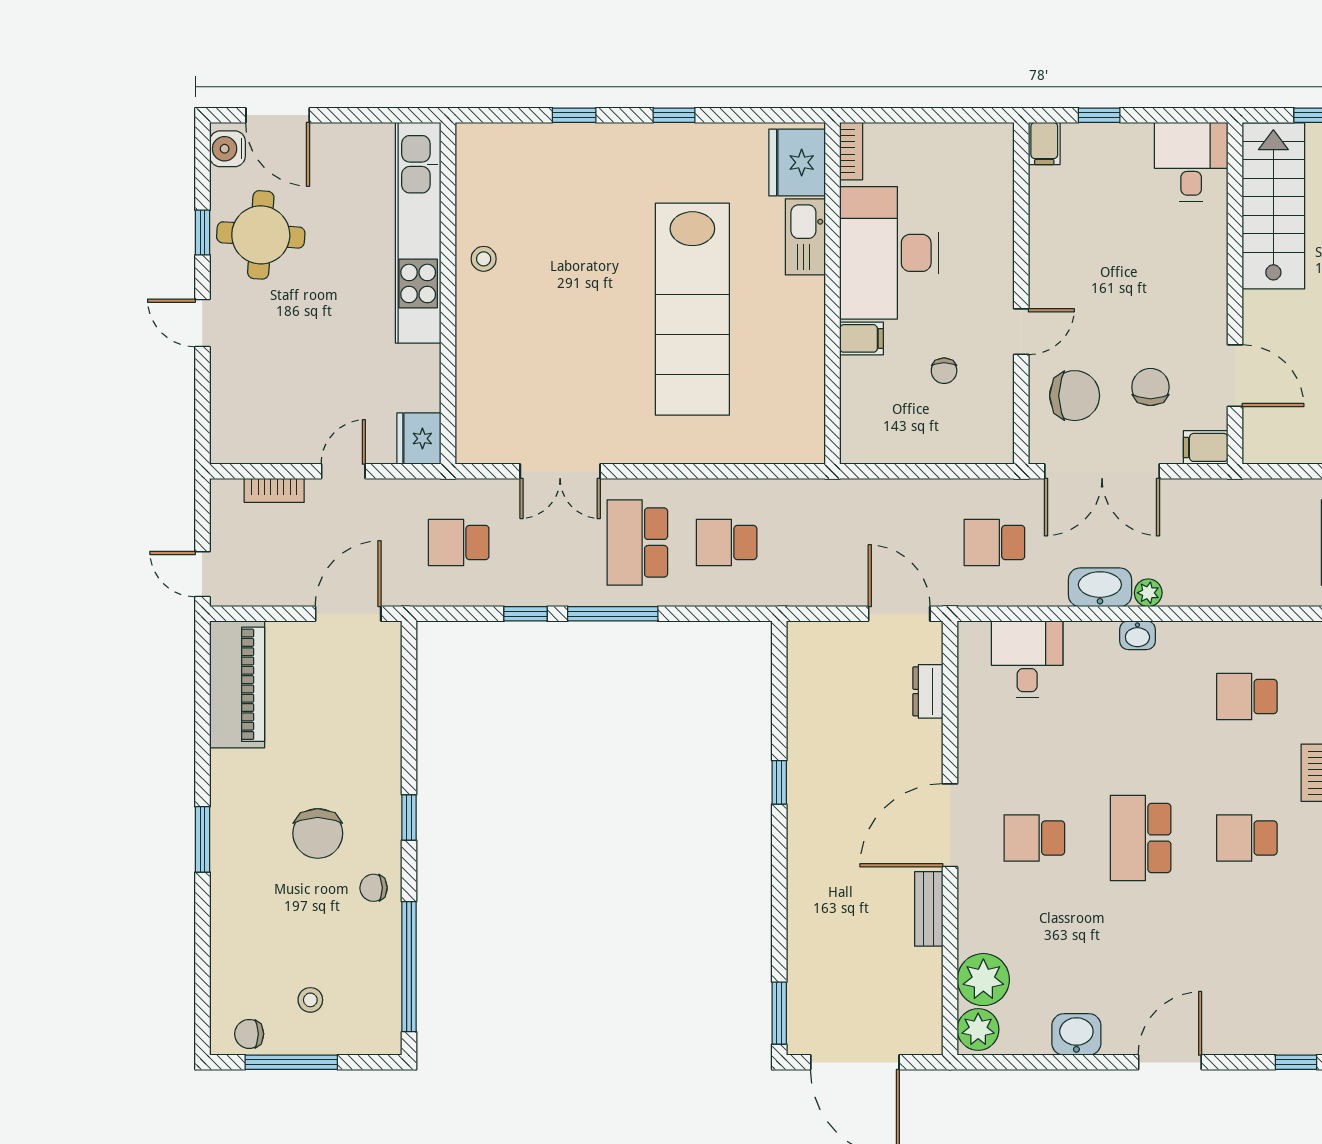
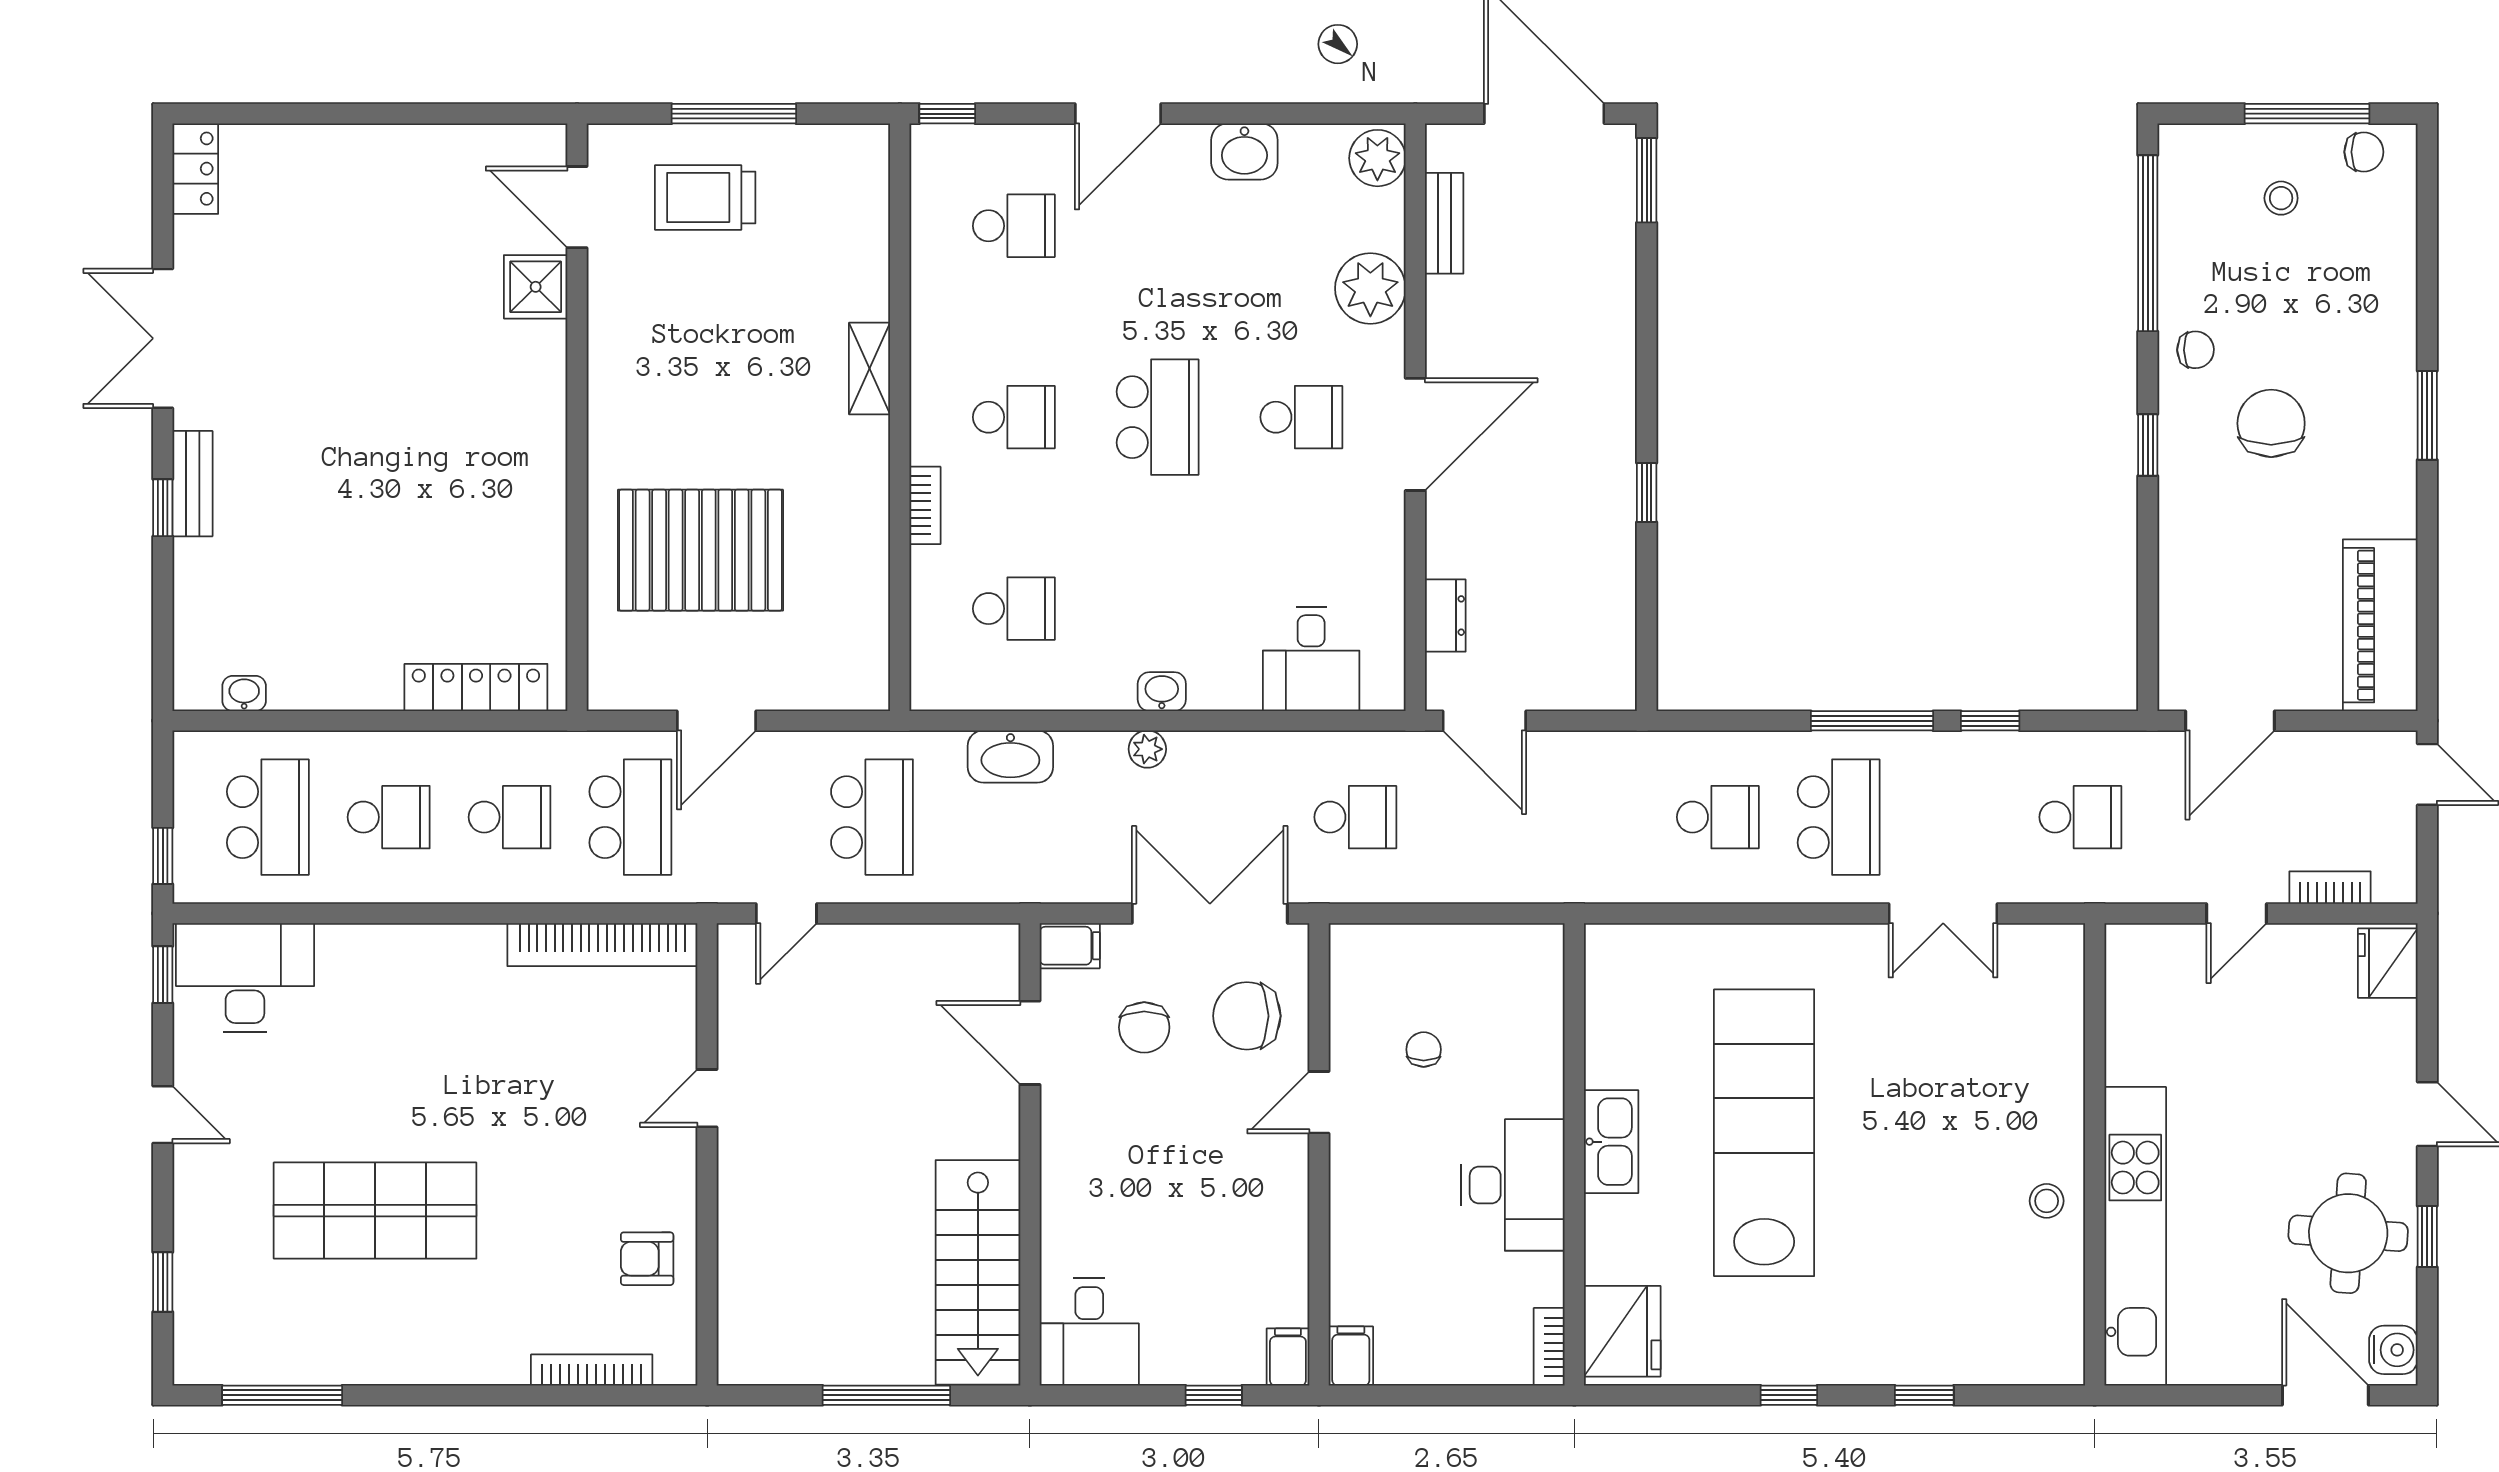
kitchen sink: (805, 237) -> (1611, 1142), moved
desk: (889, 253) -> (1513, 1185), width x0.73, depth x0.77
filing cabinet: (862, 338) -> (1351, 1356), moved, turned 90
fridge: (419, 439) -> (2388, 963), moved, turned 180
double door: (560, 471) -> (1943, 913), swing flipped
washbasin: (1100, 587) -> (1010, 756), moved
bench: (929, 909) -> (1444, 223), moved
school desk: (1247, 979) -> (1014, 226), added
plant: (983, 980) -> (1370, 288), moved

